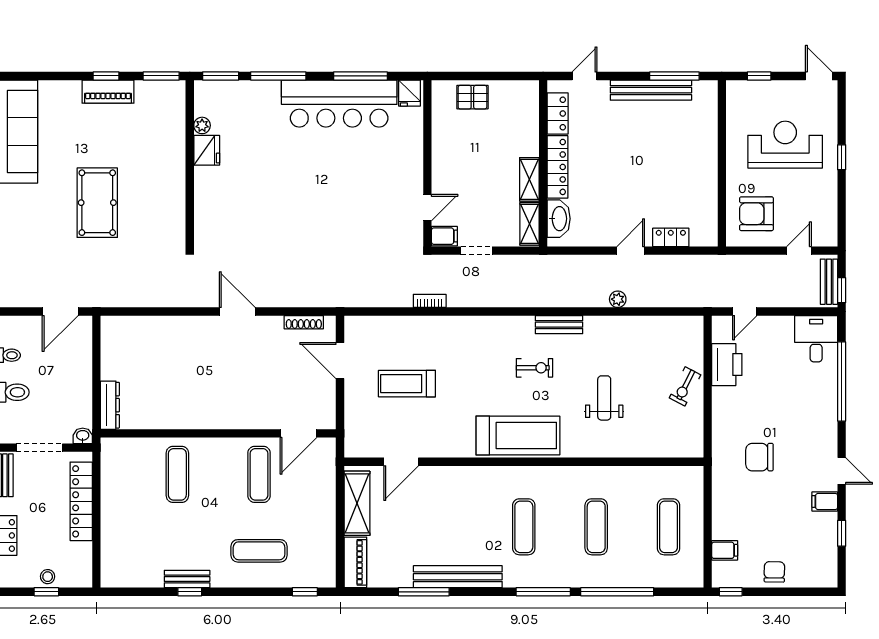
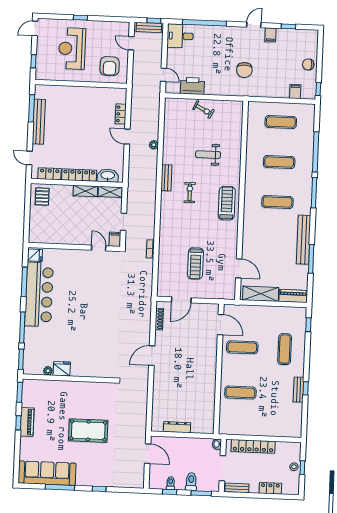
pallet: (472, 97) -> (42, 196), moved
dresser: (110, 405) -> (177, 427), moved
treadmill: (518, 435) -> (227, 203), width x0.73, depth x0.73

